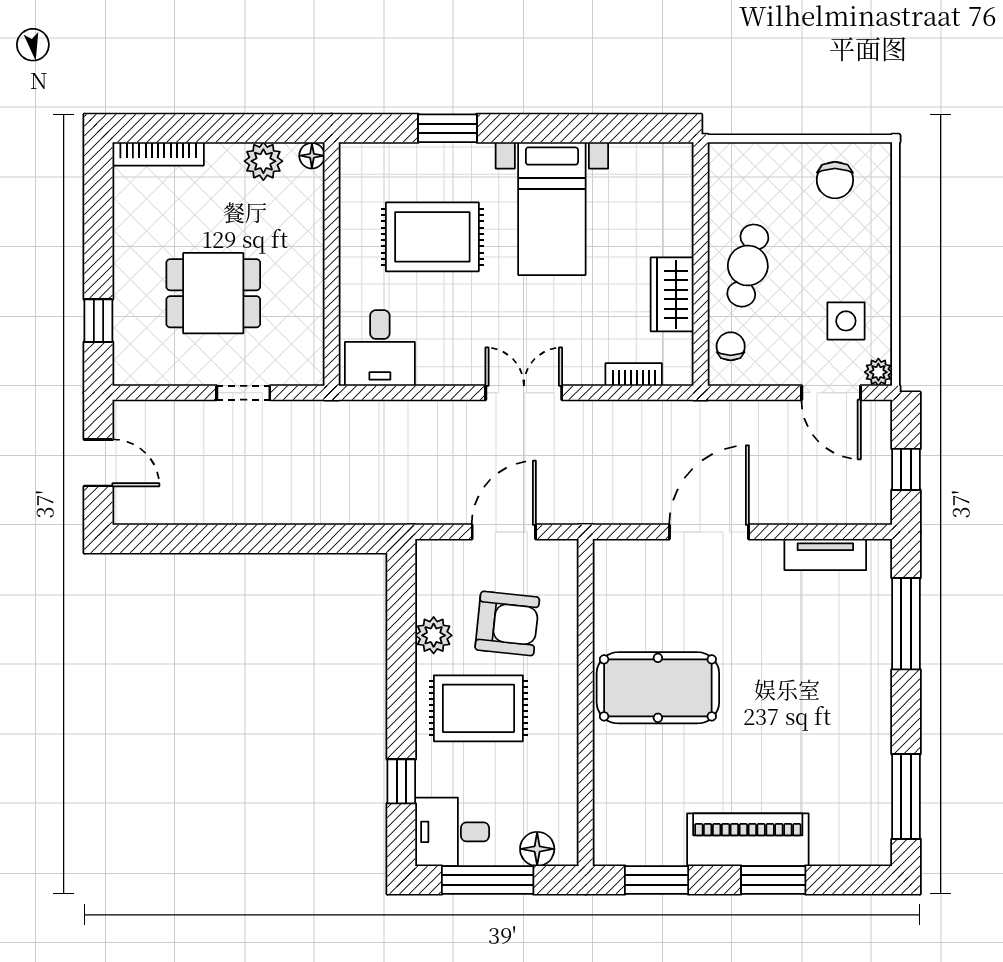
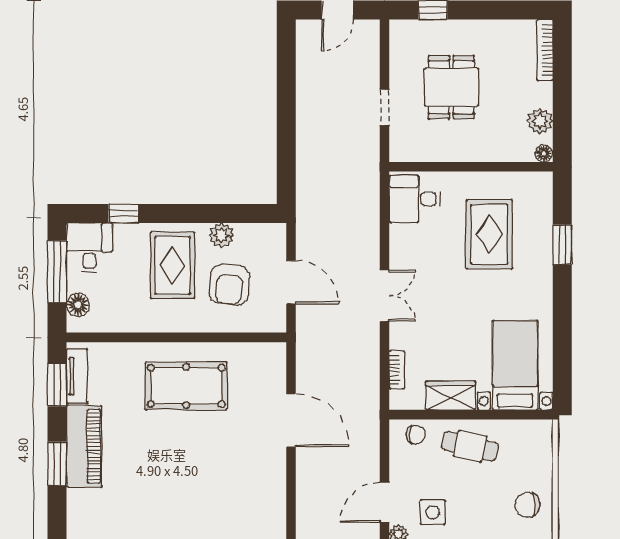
bed with nightstands: (552, 209) -> (515, 365), moved, turned 90
tv unit: (825, 555) -> (77, 376), moved, turned 180
pool table: (658, 688) -> (186, 386), turned 90

